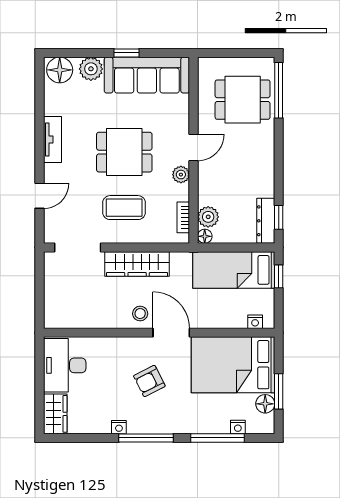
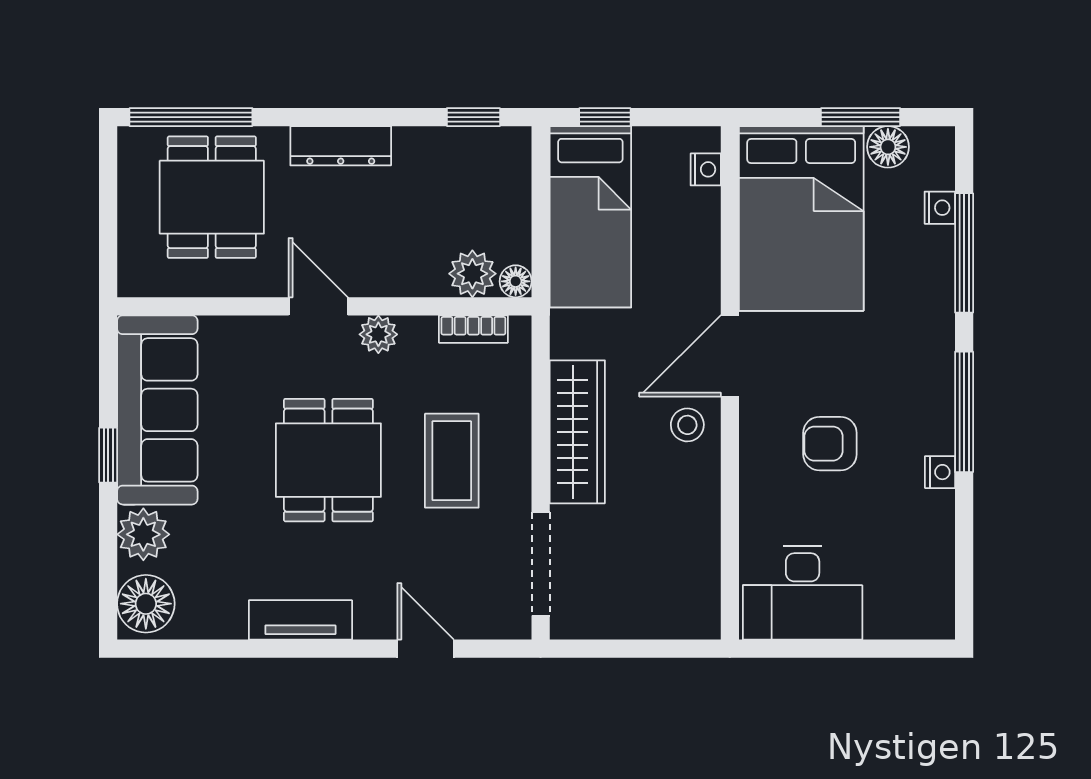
dresser: (266, 221) -> (341, 146), moved
armchair: (149, 381) -> (830, 444), moved, turned 117
wardrobe: (55, 414) -> (911, 614), removed

